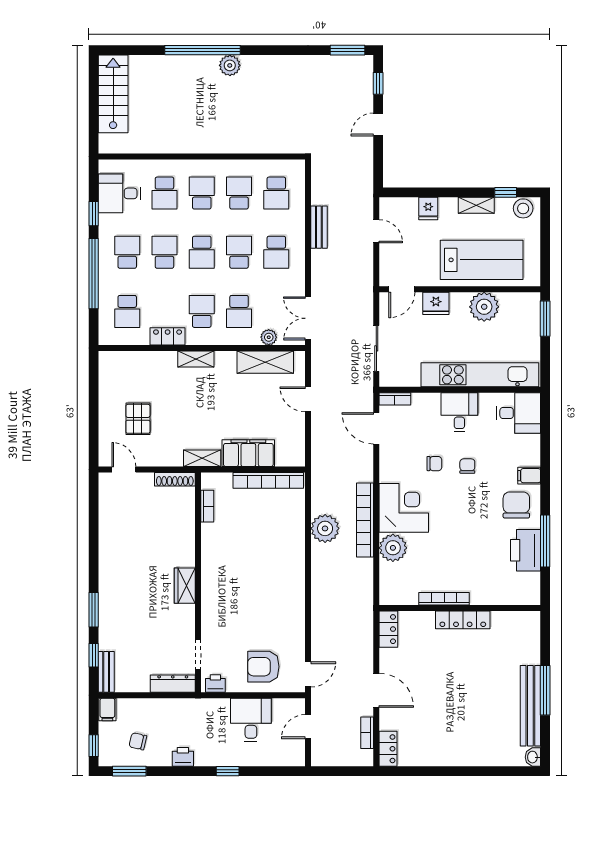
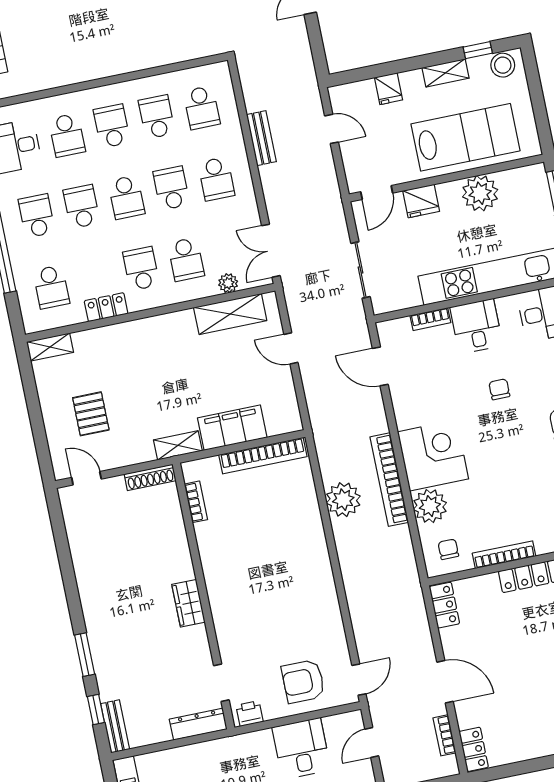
shelving: (196, 359) -> (50, 347), moved
bookcase: (395, 399) -> (430, 319), moved
chair: (434, 464) -> (448, 549), moved, turned -90

